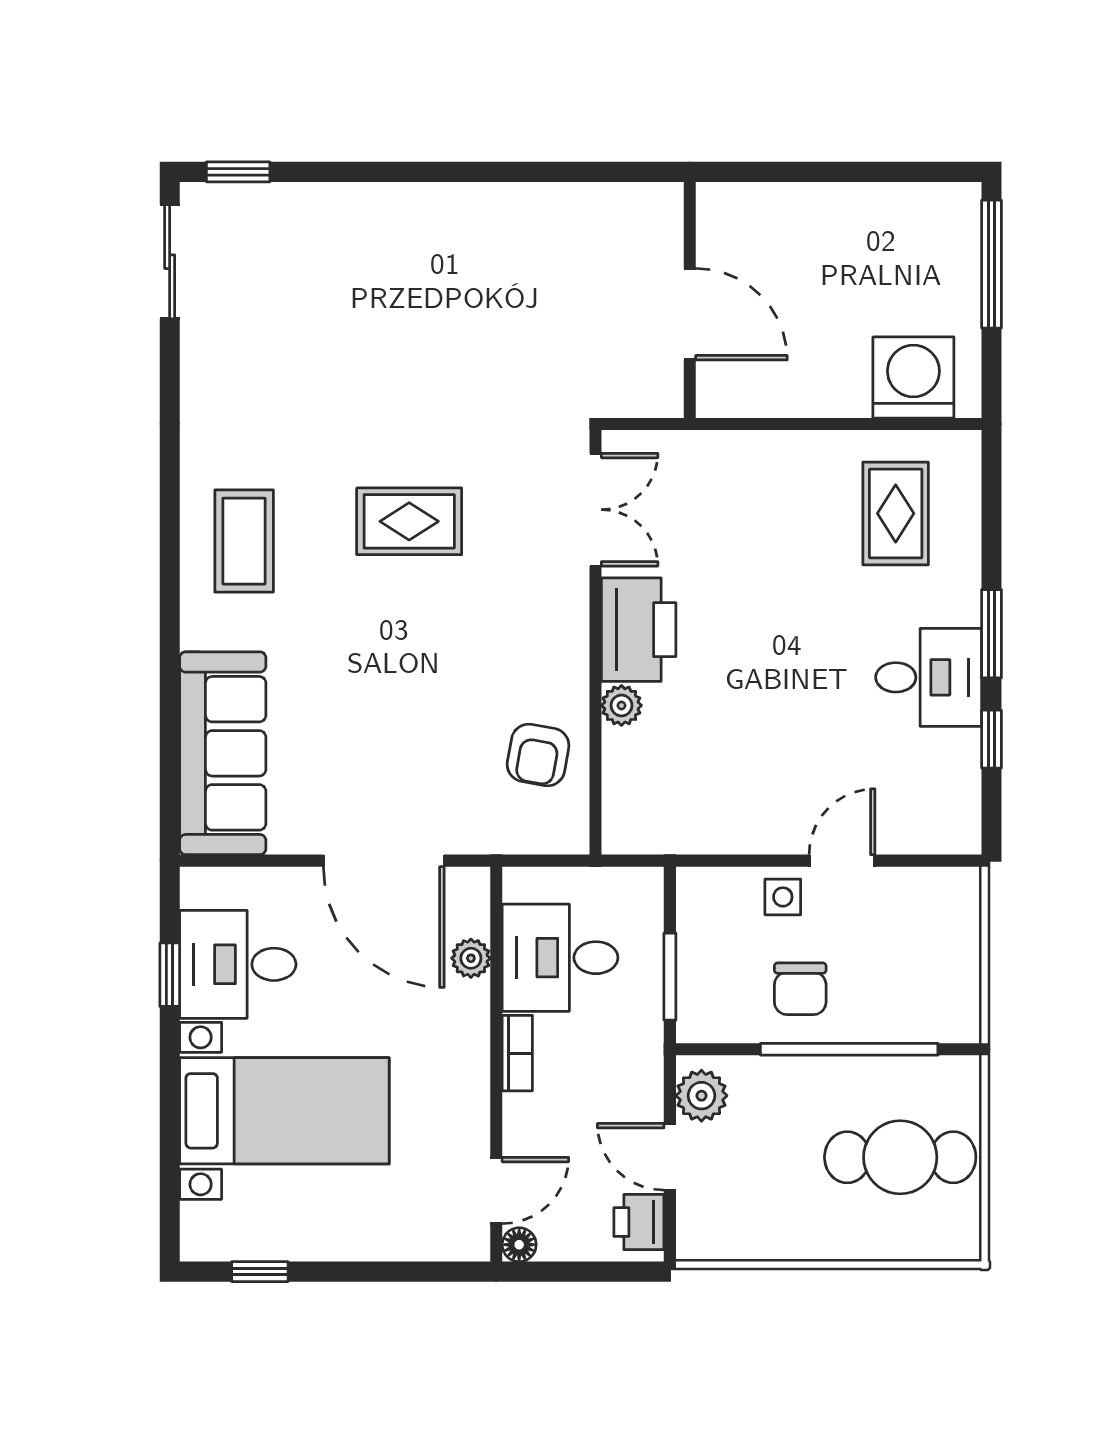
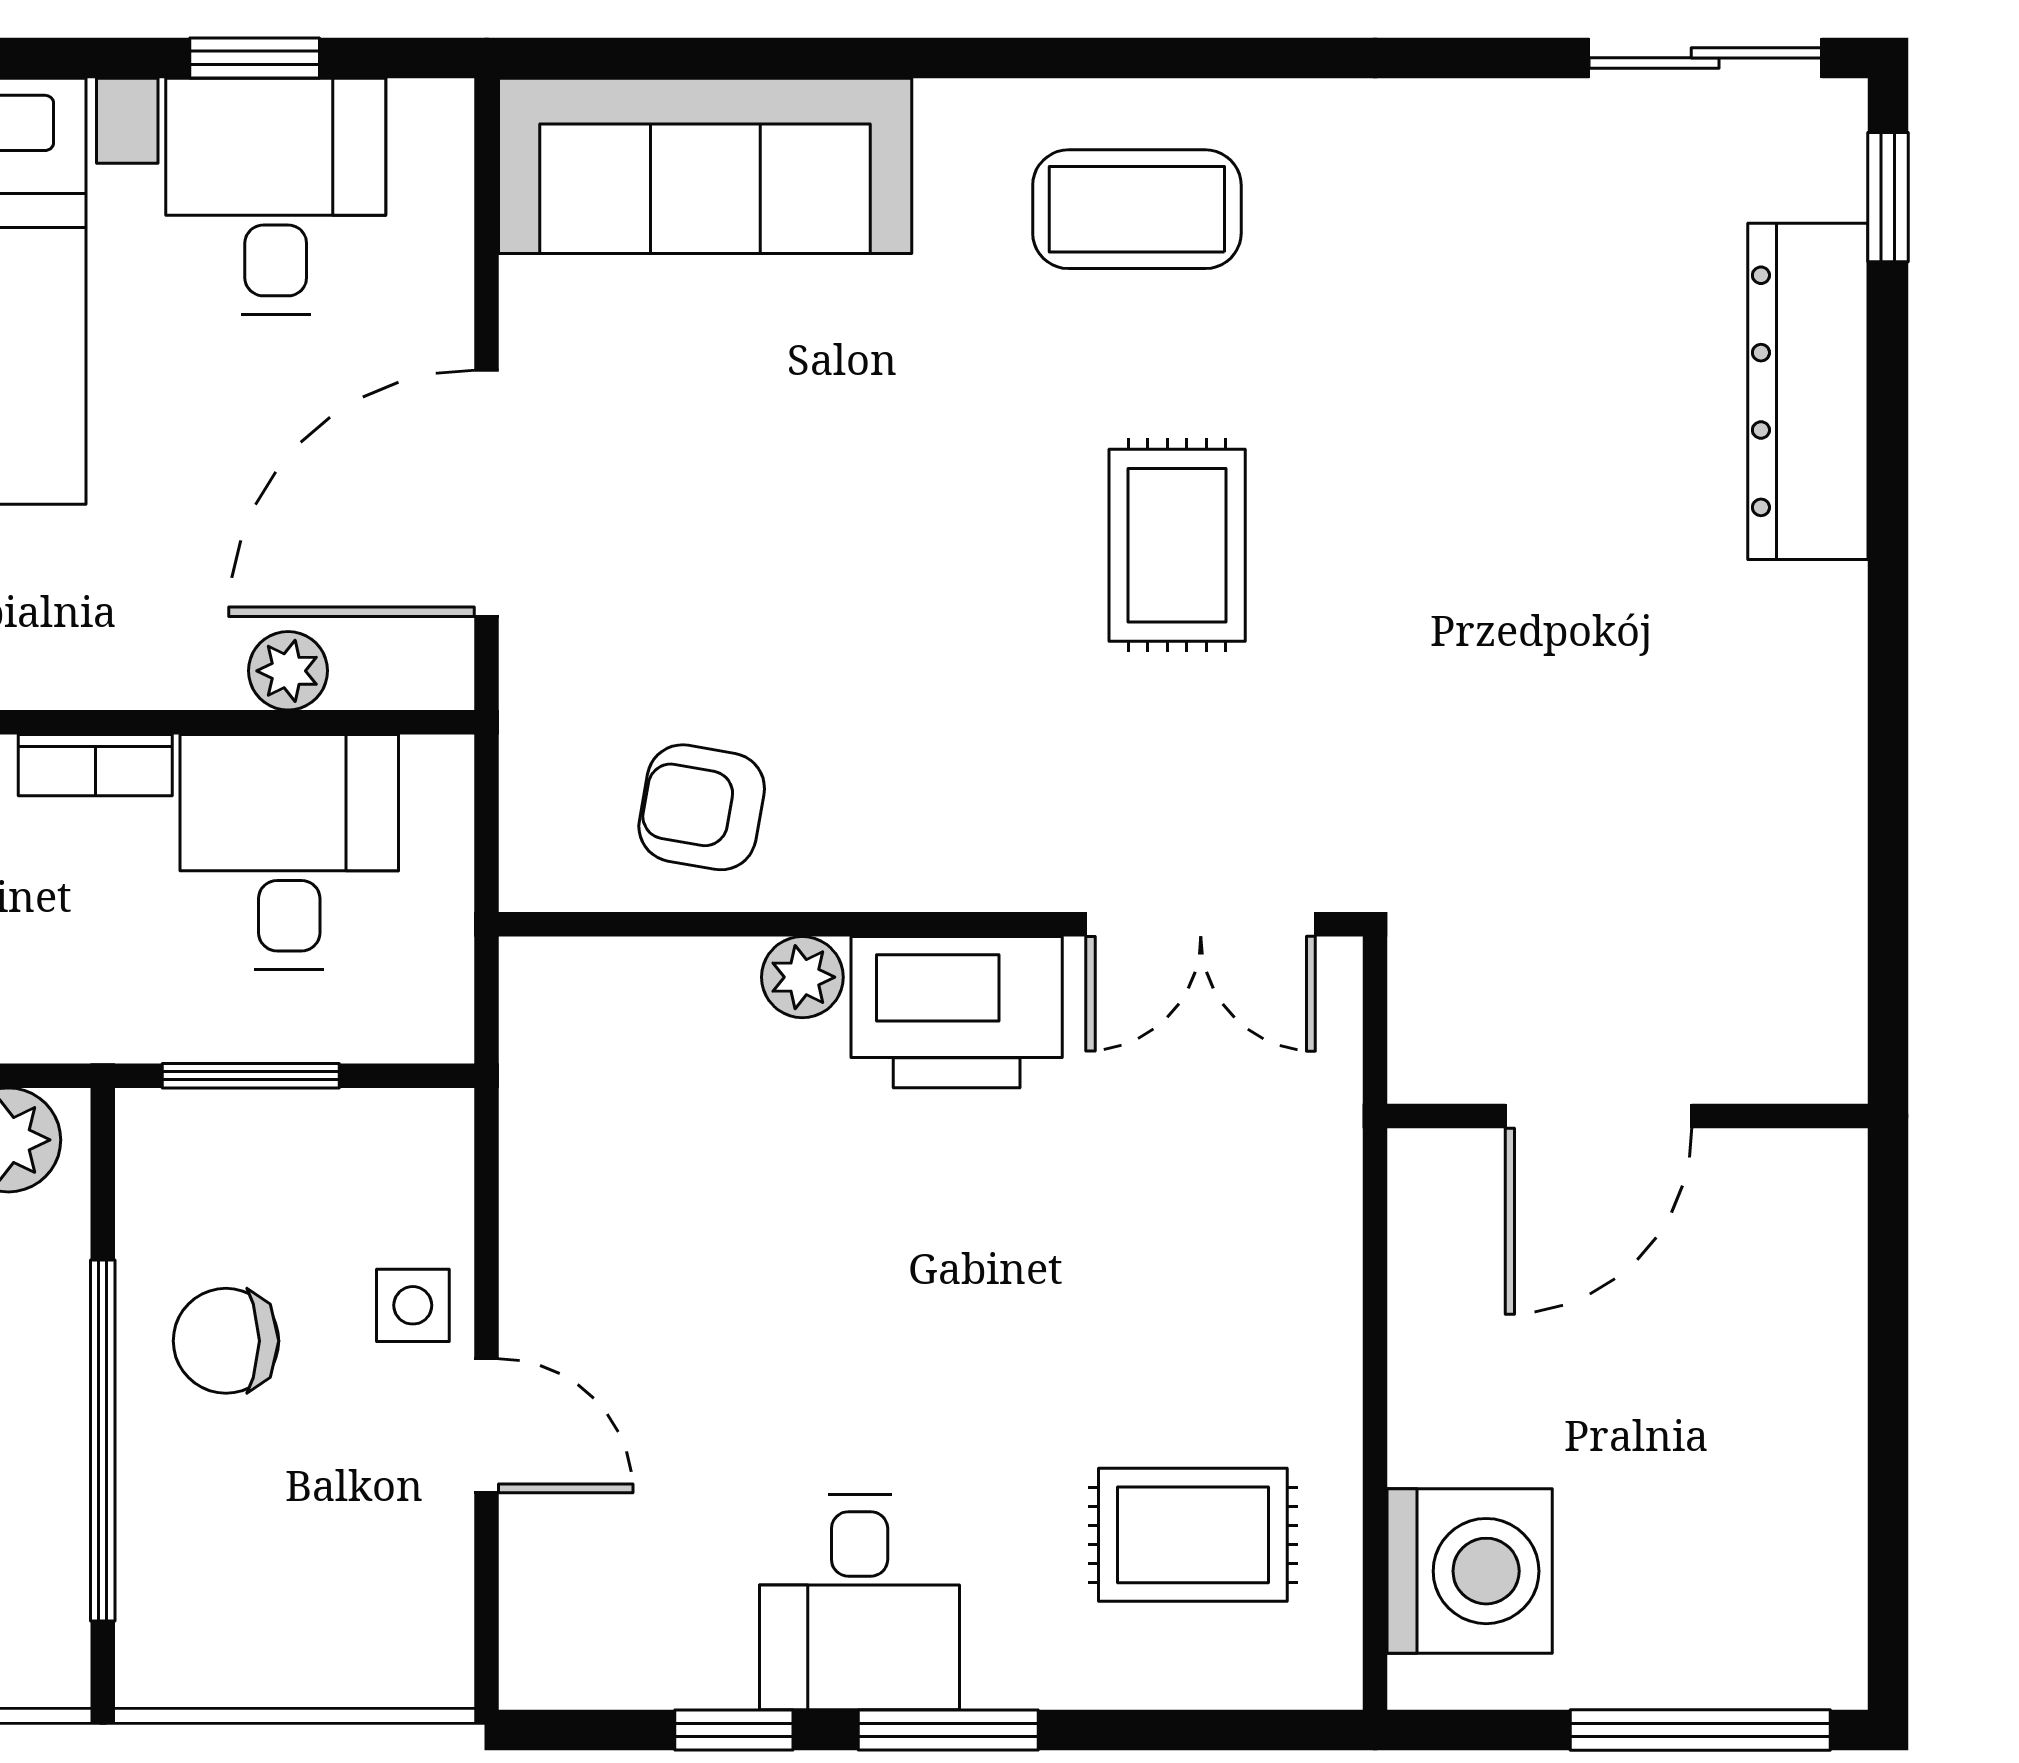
dresser: (334, 211) -> (1808, 391), added

